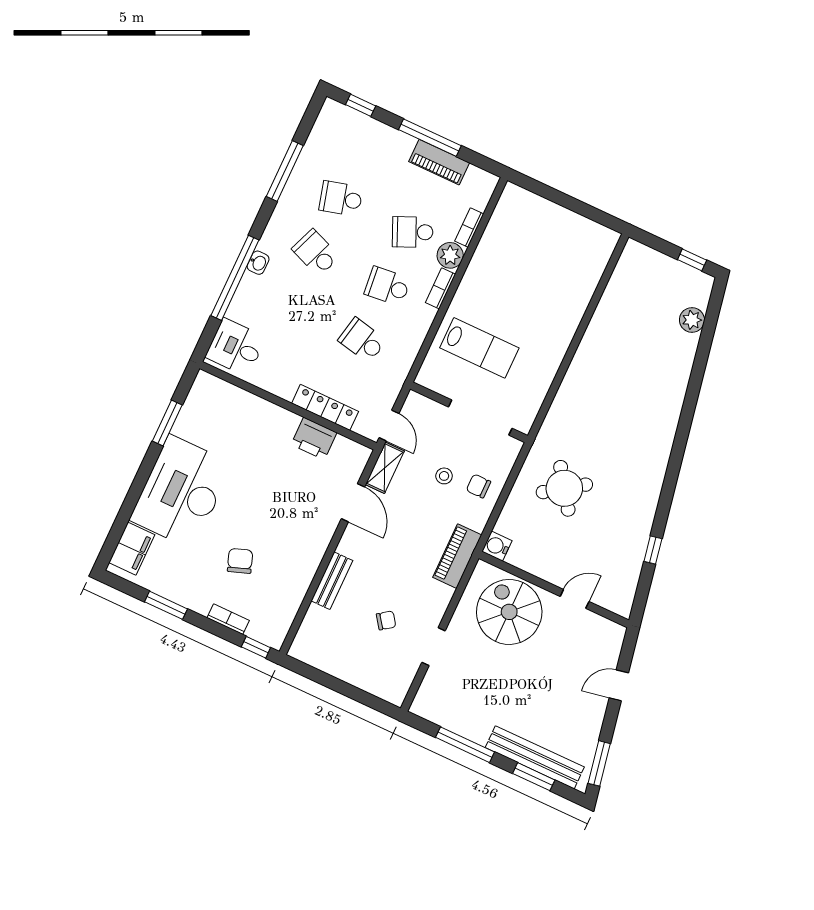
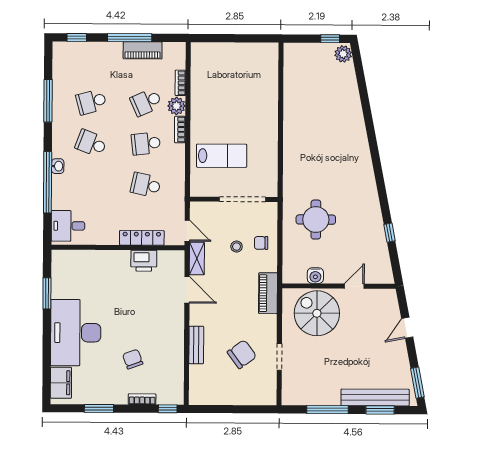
plant: (692, 320) -> (343, 54), moved
round table: (564, 488) -> (316, 220), turned 35
water cooler: (497, 546) -> (315, 276), moved, turned -90
chair: (386, 620) -> (242, 354), width x1.87, depth x1.87

